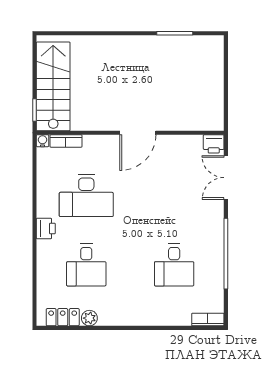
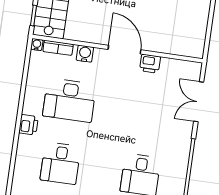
door: (138, 133) -> (125, 50), swing flipped
water cooler: (96, 143) -> (85, 54), added
printer: (214, 144) -> (150, 64), moved

